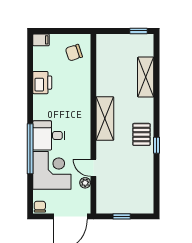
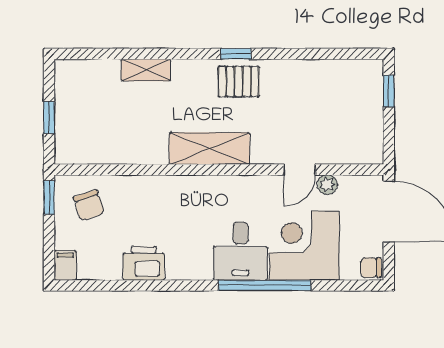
window: (78, 31) -> (49, 198), added
window: (139, 31) -> (49, 118), moved
shelving: (146, 77) -> (146, 70), width x0.67, depth x0.75
window: (157, 145) -> (236, 54), moved
window: (122, 216) -> (389, 91), moved

